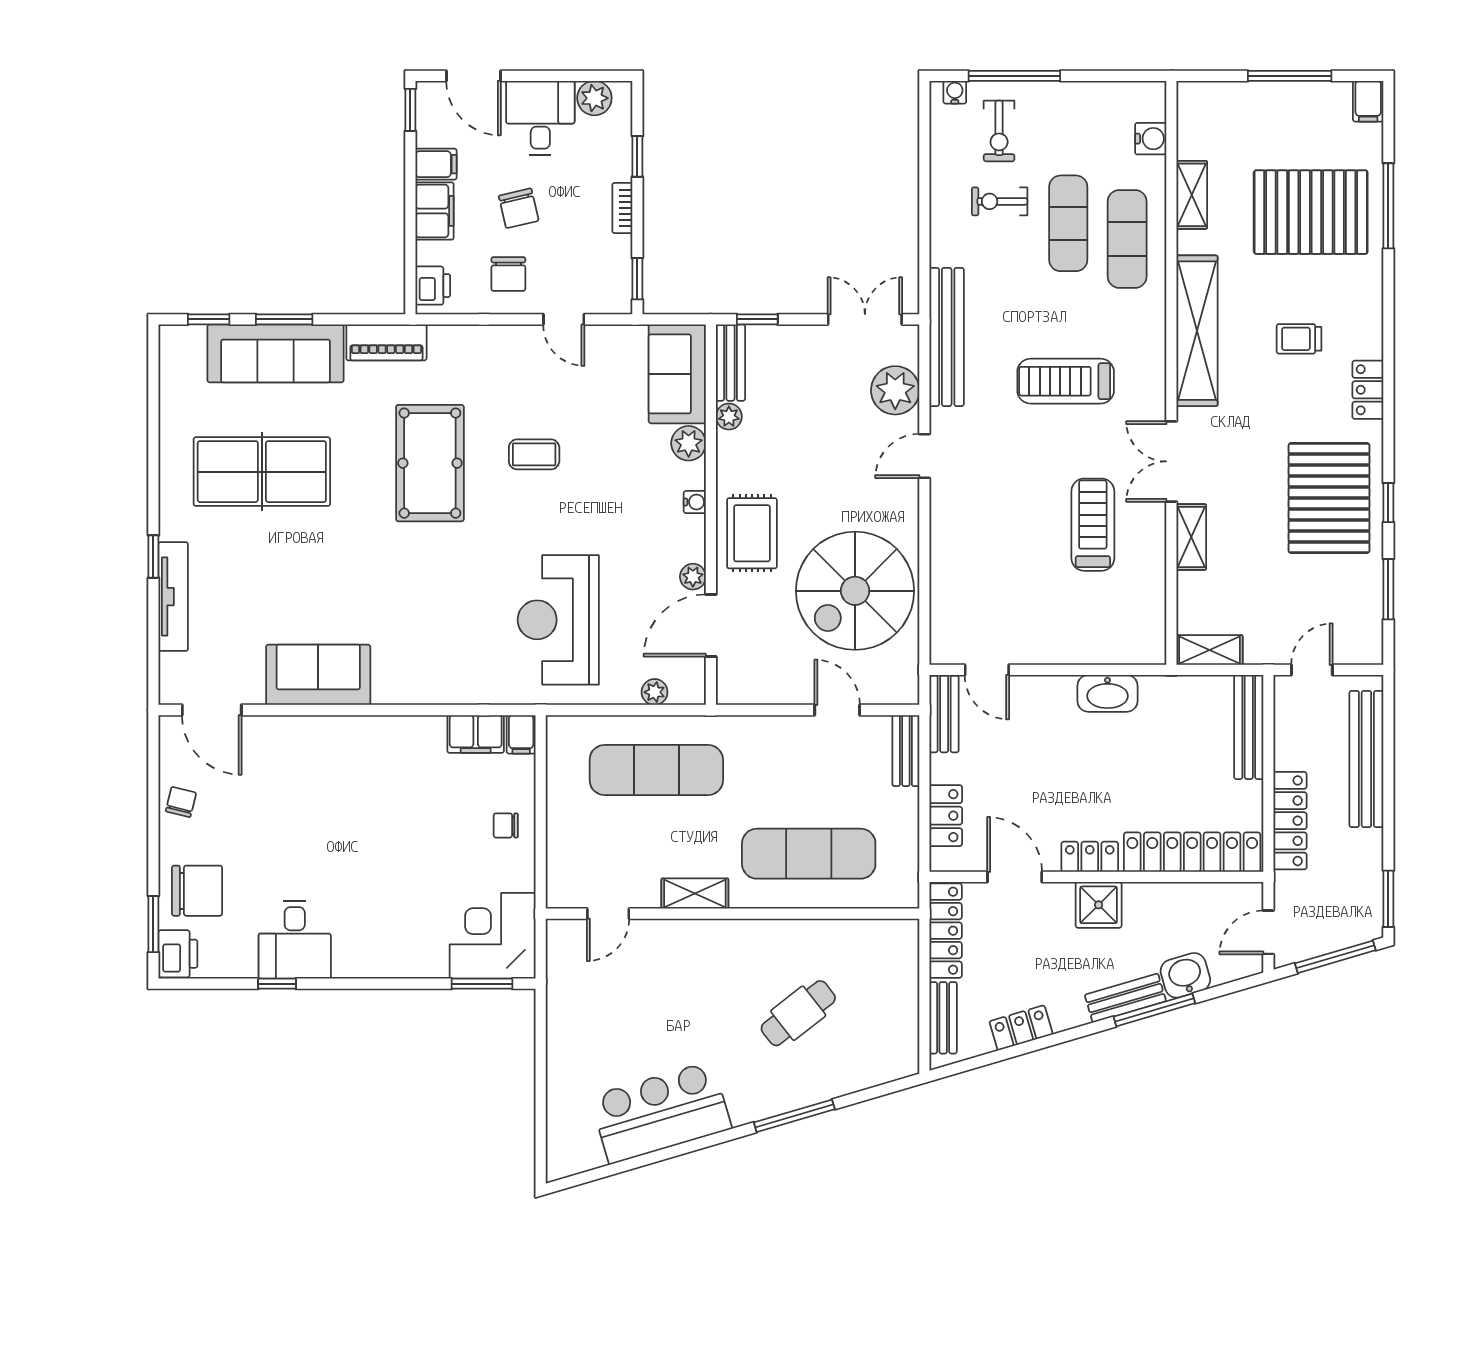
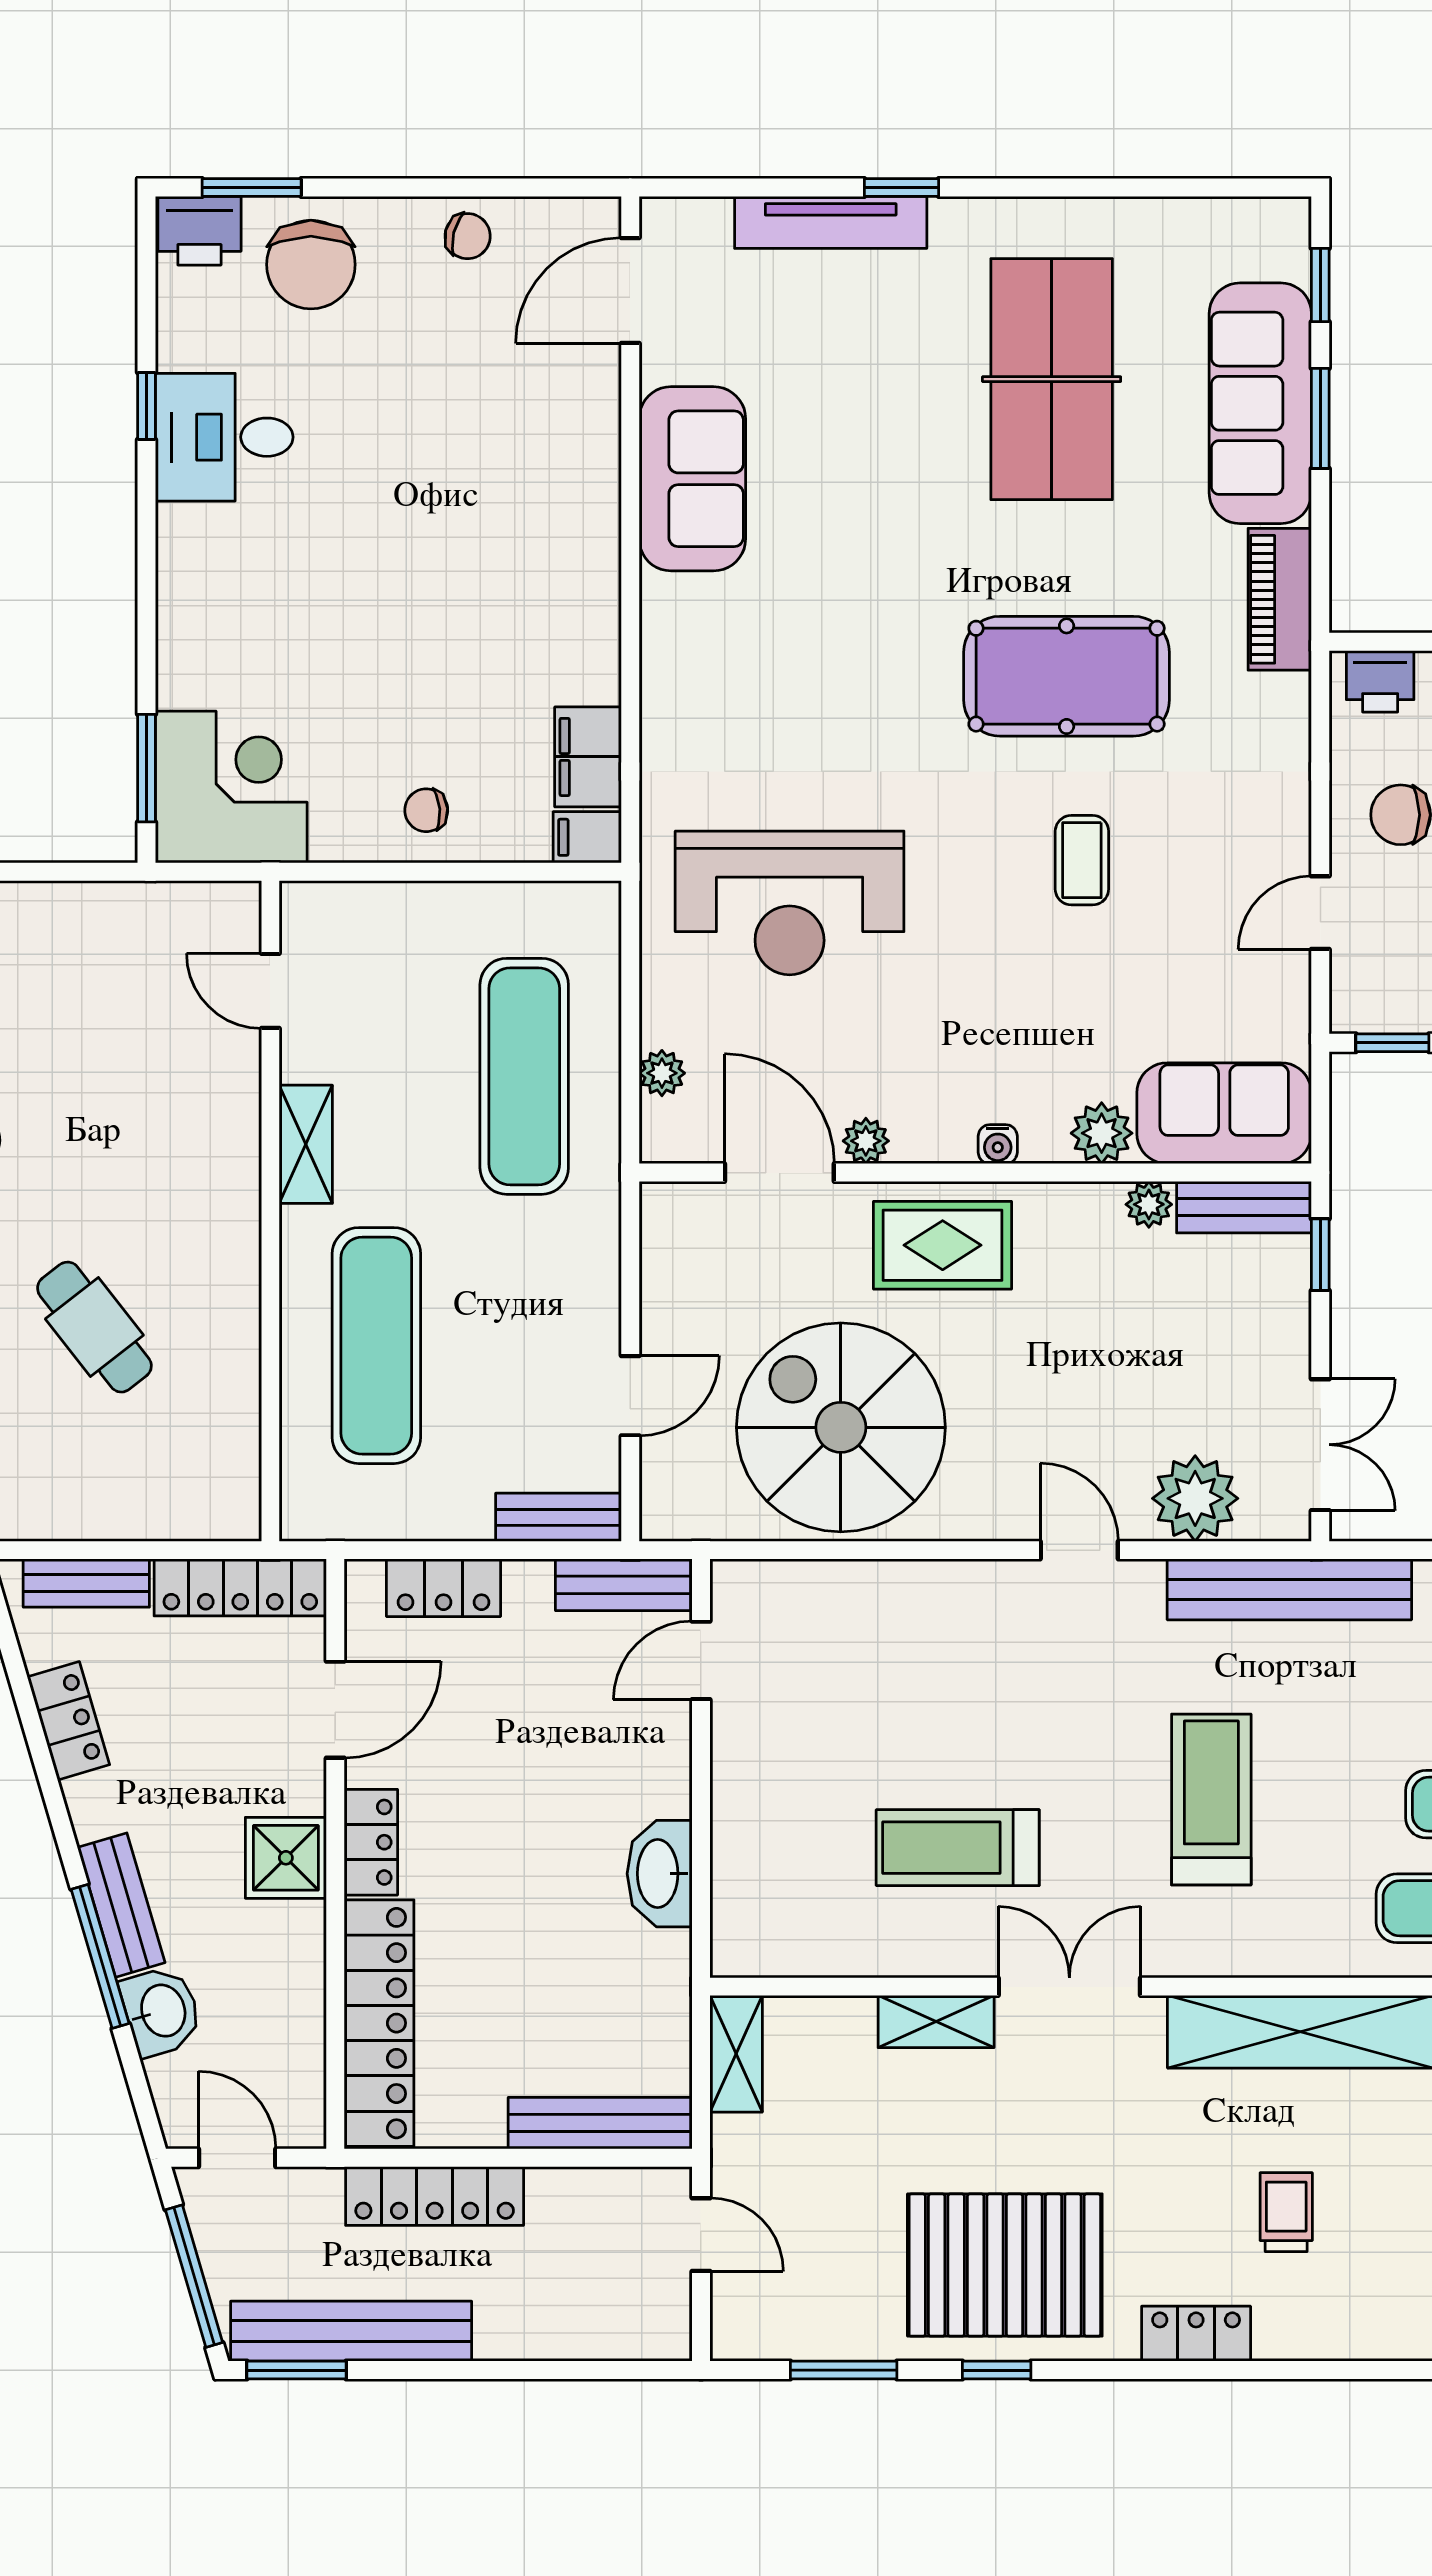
treadmill: (1093, 525) -> (958, 1848), turned 180
reception desk: (558, 620) -> (790, 903), turned 180
bench: (1366, 759) -> (351, 2331), moved
chair: (506, 825) -> (426, 810), turned -95

